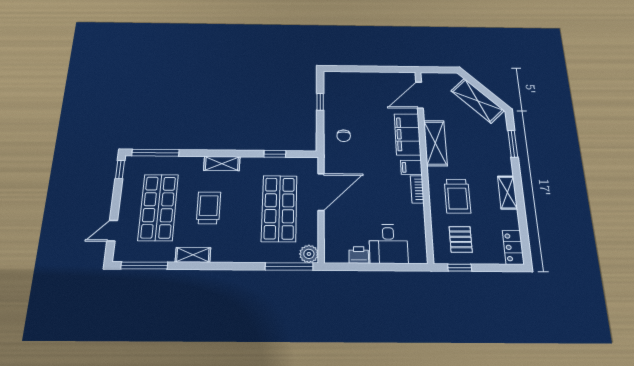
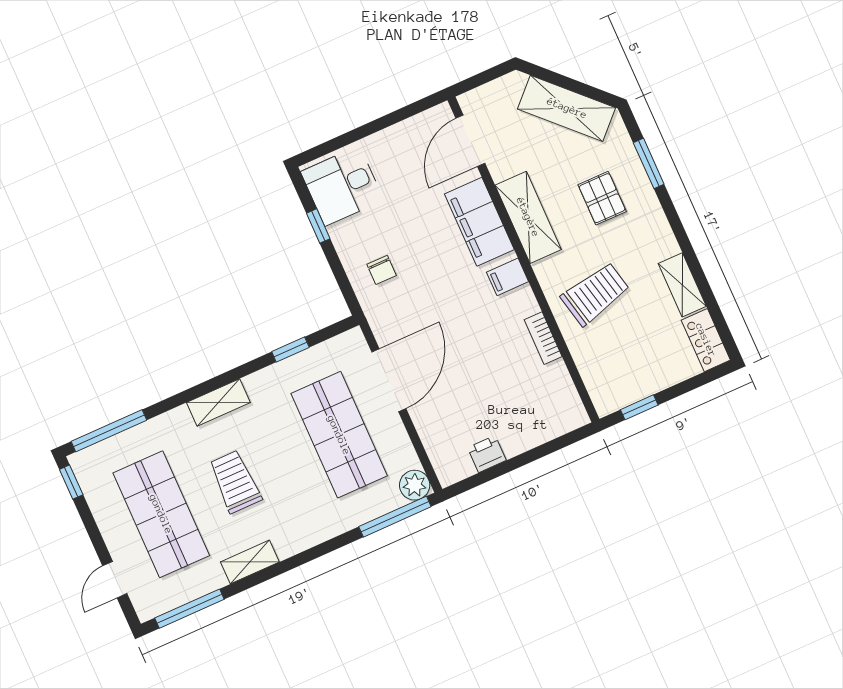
bookcase: (417, 189) -> (543, 338), moved
shelving: (507, 192) -> (682, 285), moved
trolley: (457, 196) -> (595, 294), turned -103
pallet: (461, 239) -> (602, 198), moved
desk: (388, 244) -> (342, 186), moved, turned 90

